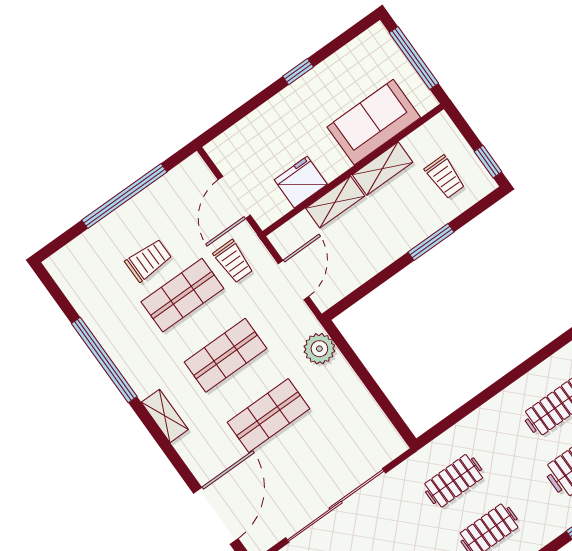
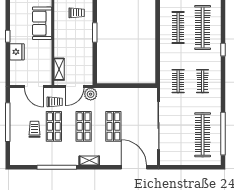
shelving: (383, 169) -> (59, 31), removed
fridge: (301, 182) -> (17, 52), moved, turned 180
shelving: (335, 202) -> (59, 69), moved
door: (293, 280) -> (75, 87), swing flipped
plant: (319, 349) -> (91, 94), moved

